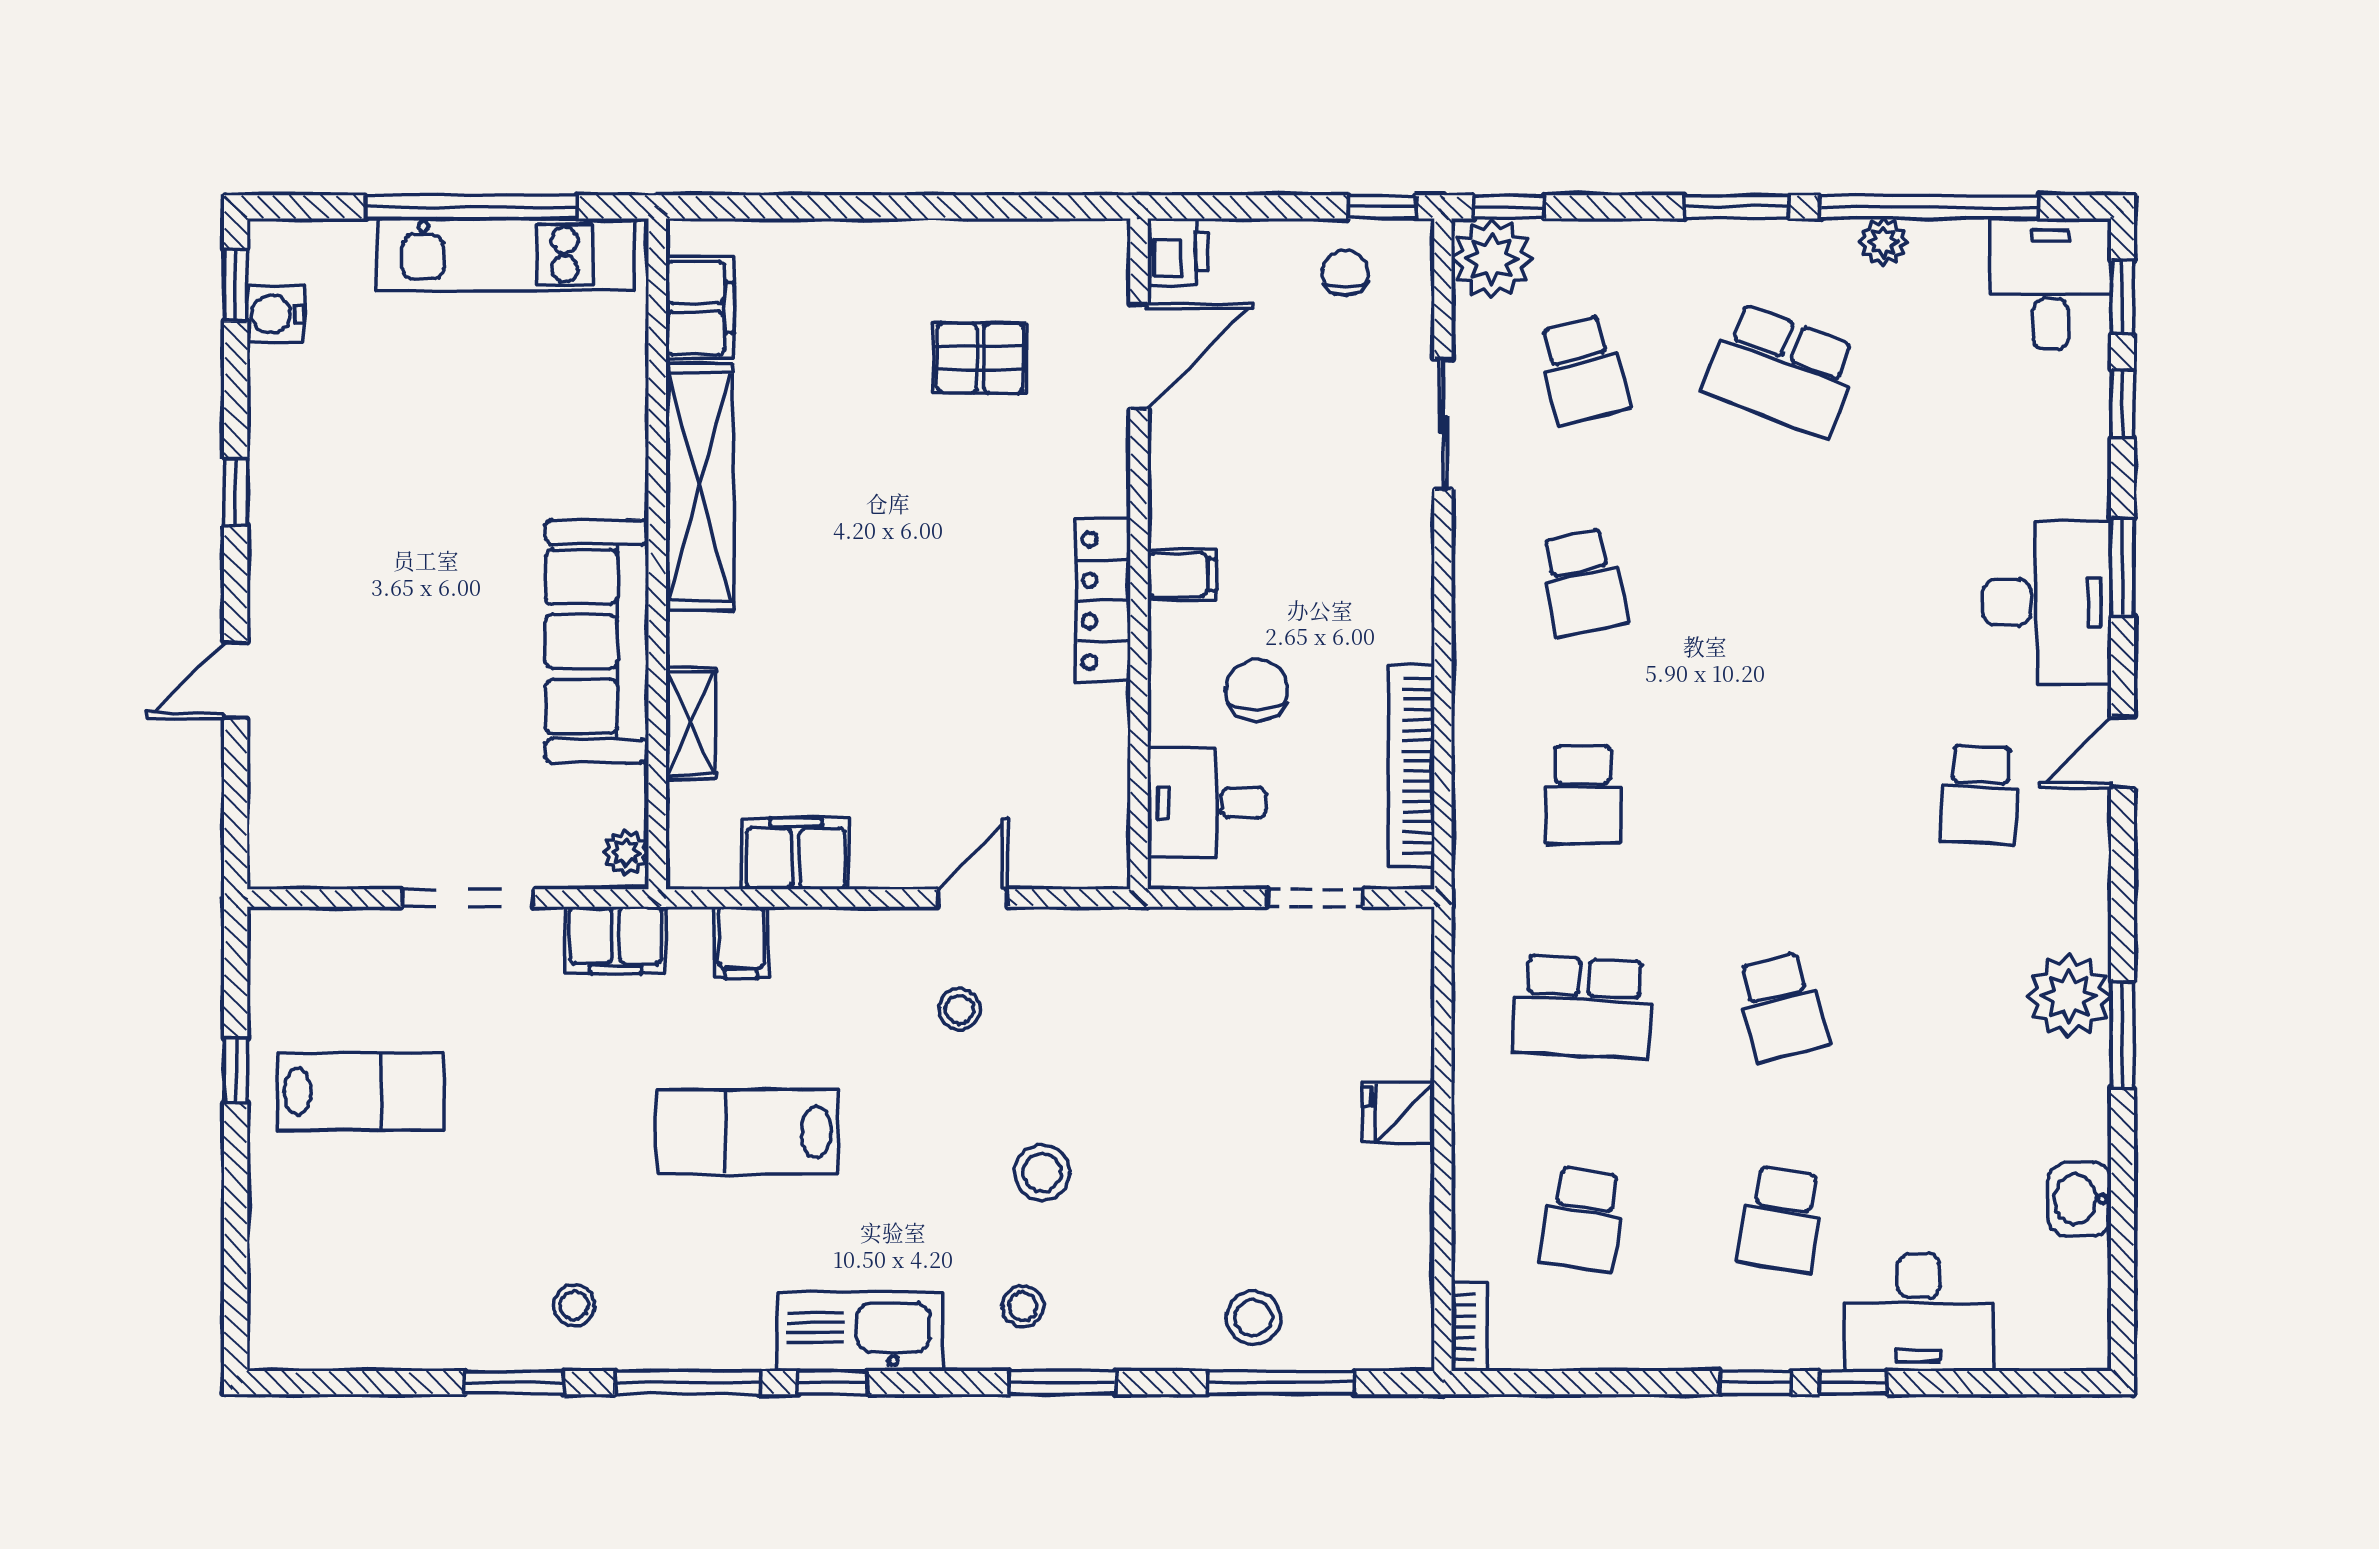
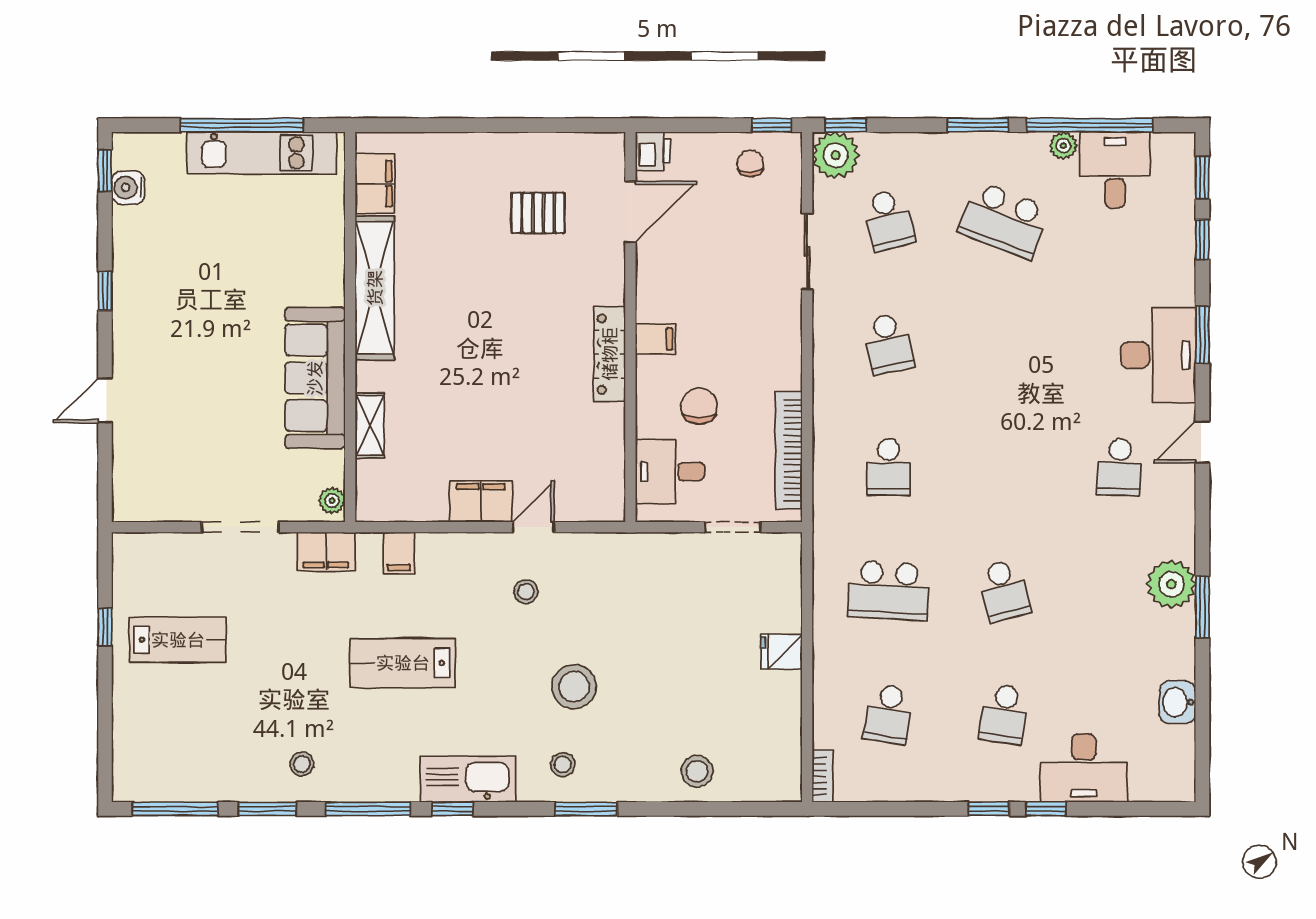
desk: (2050, 284) -> (1115, 170), moved
filing cabinet: (796, 854) -> (481, 501), moved
stool: (1042, 1172) -> (574, 687), width x1.38, depth x1.38
window: (1281, 1383) -> (175, 809), moved

